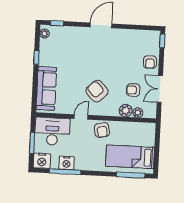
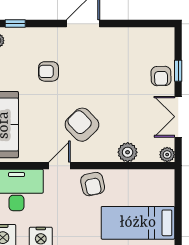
window: (162, 41) -> (178, 71), moved
armchair: (133, 90) -> (49, 71), moved
plant: (138, 113) -> (167, 155), moved

